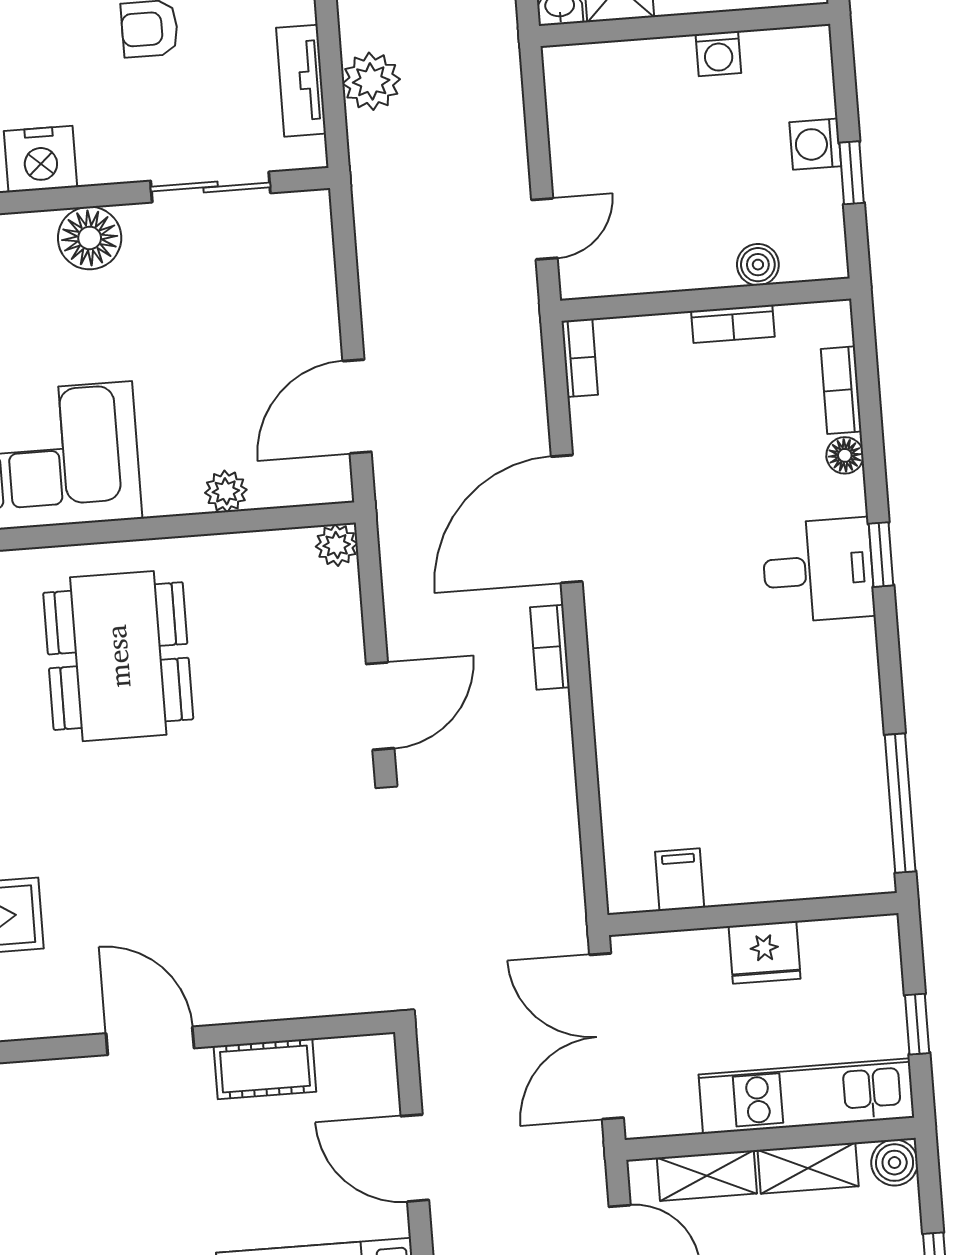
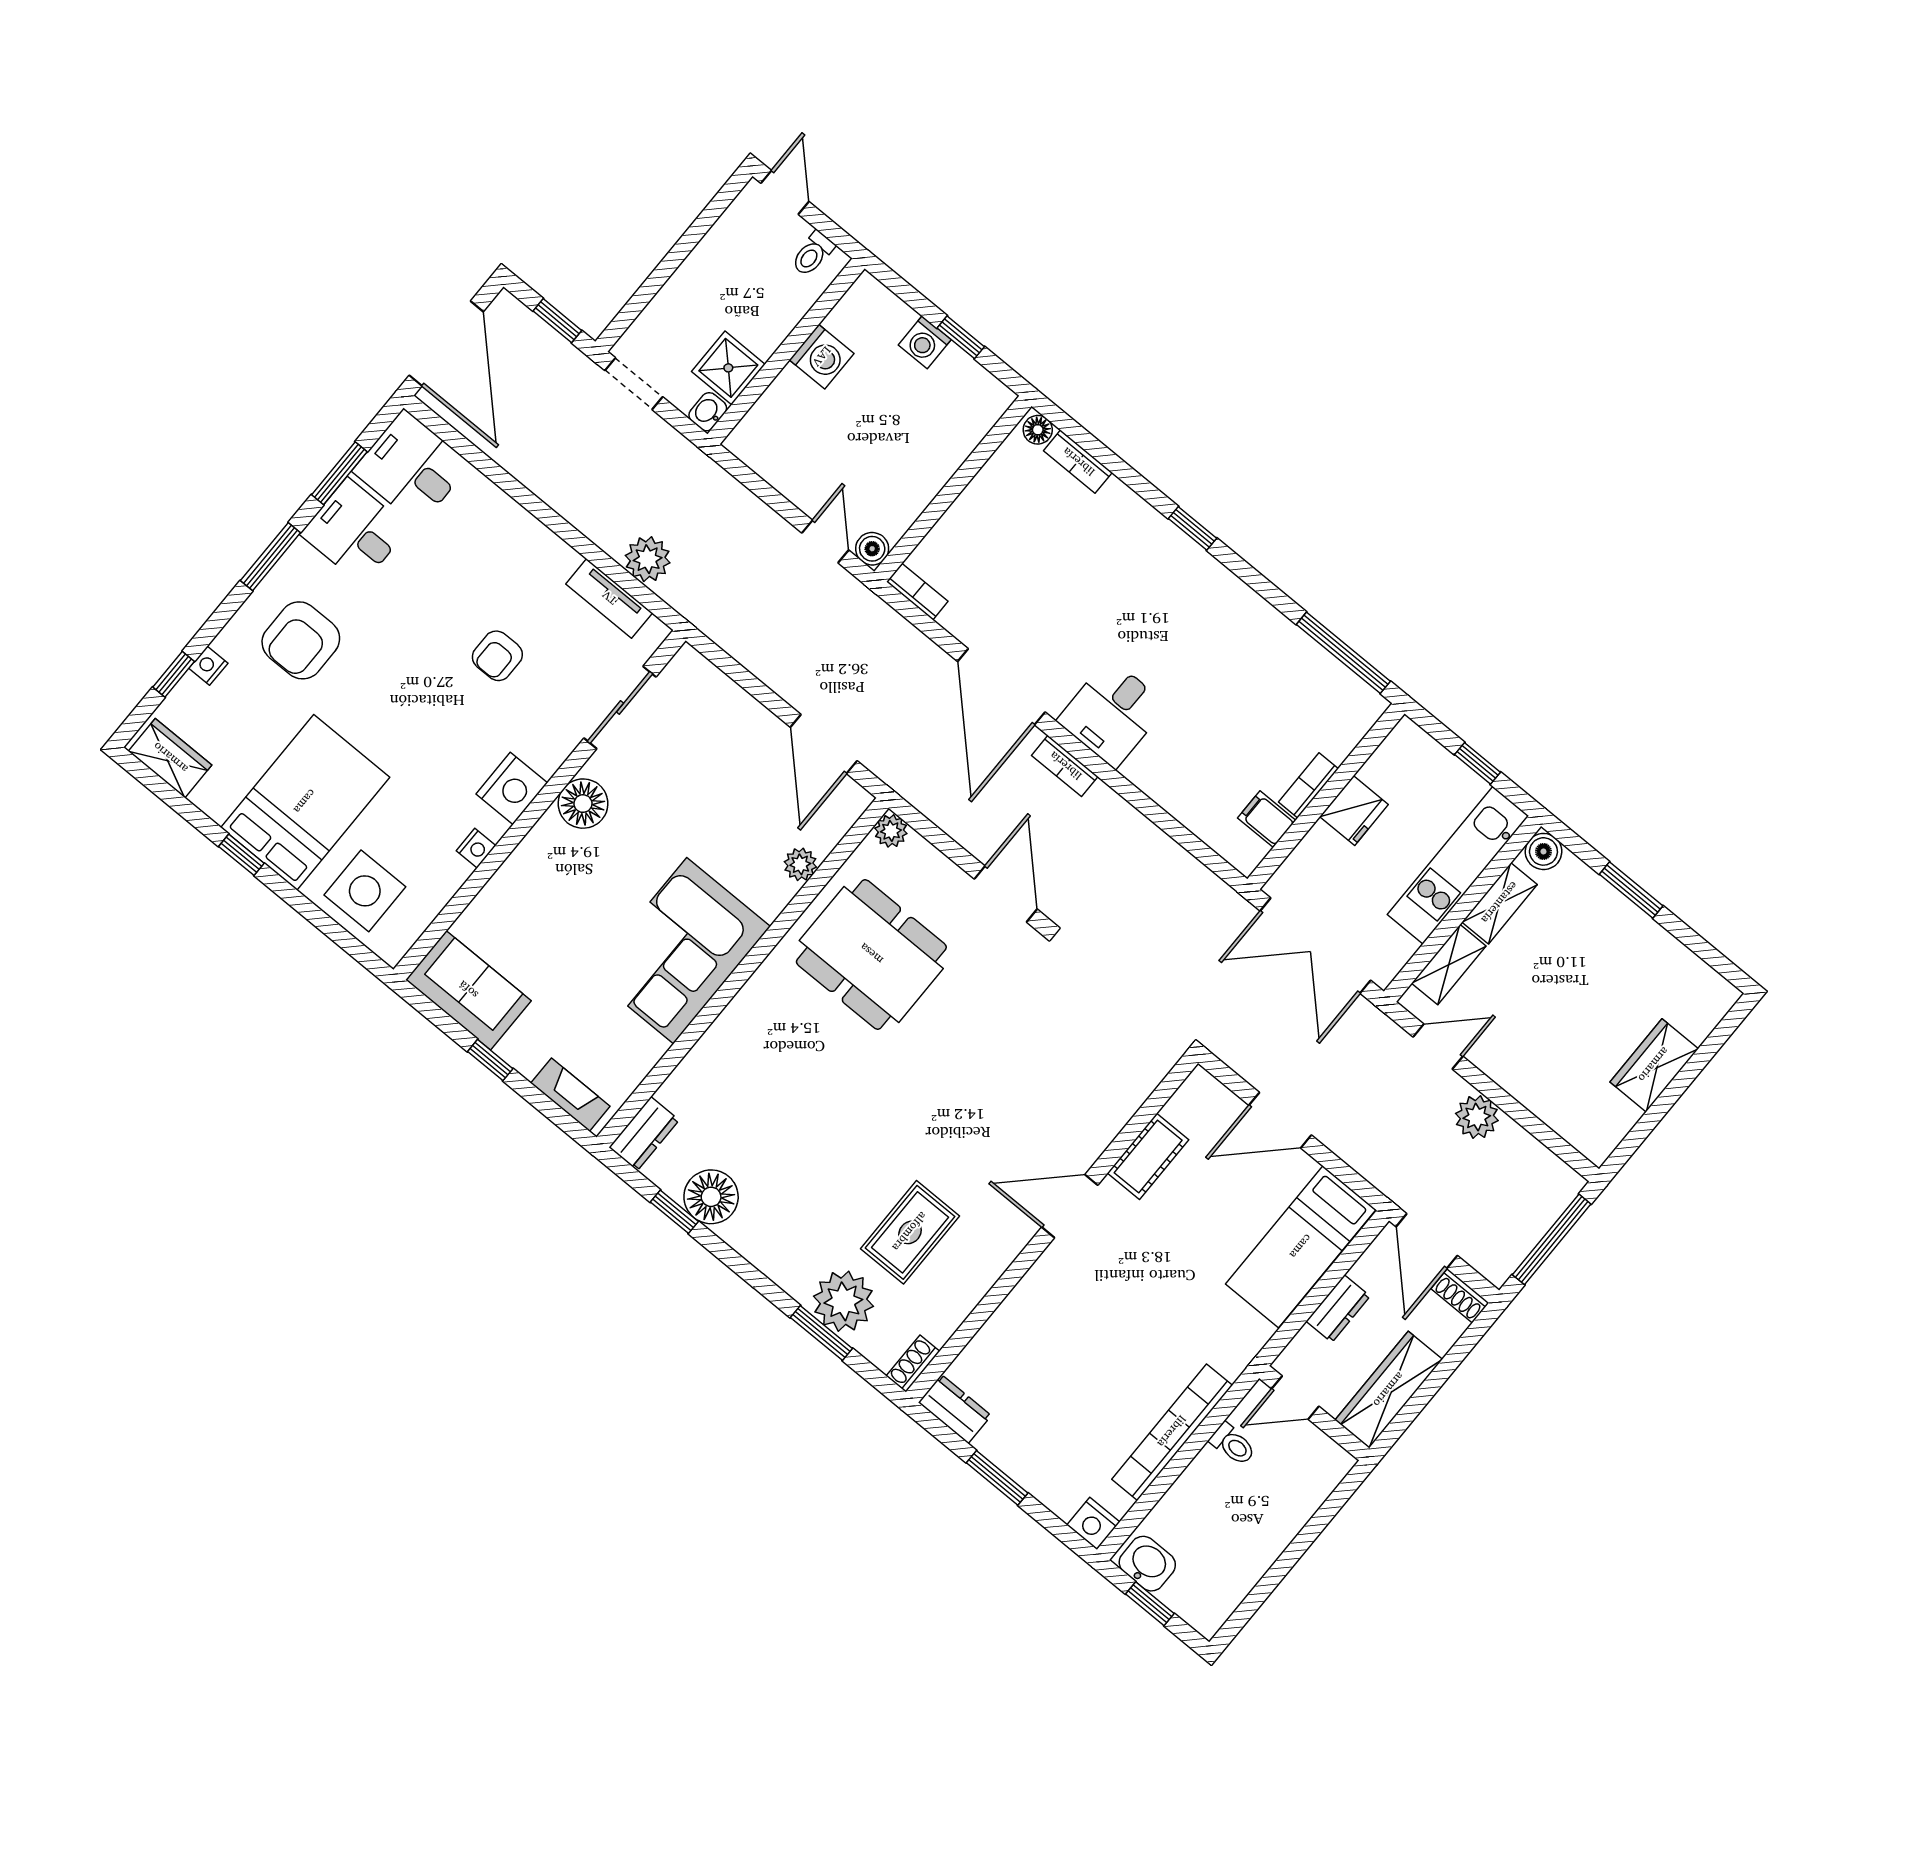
washing machine: (718, 54) -> (822, 357), width x1.38, depth x1.38
boiler: (758, 265) -> (872, 549), moved
bookcase: (733, 324) -> (1308, 785), moved, turned 180
floor lamp: (845, 455) -> (1038, 430), moved
desk: (818, 570) -> (1112, 713), moved, turned 180
dining table: (118, 656) -> (871, 954), moved

